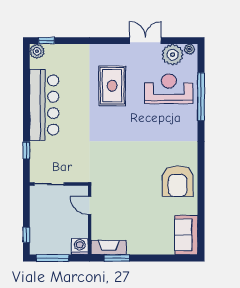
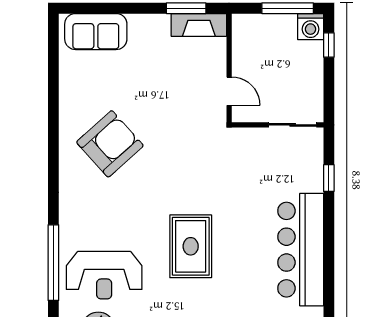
rug: (112, 86) -> (191, 246), moved
armchair: (178, 181) -> (110, 144), moved, turned 48
sofa: (186, 235) -> (96, 32), moved, turned 90
washing machine: (80, 246) -> (311, 27), moved

